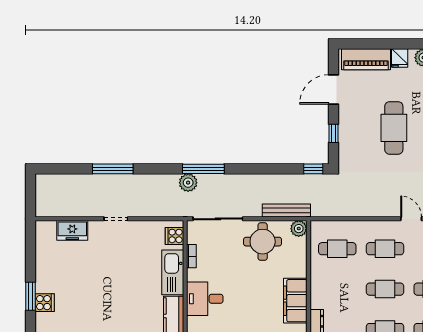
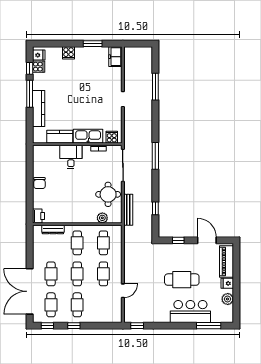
window: (113, 169) -> (155, 87), moved
window: (313, 169) -> (155, 208), moved
plant: (188, 183) -> (146, 146), removed
plant: (299, 229) -> (102, 218), moved
freezer: (72, 230) -> (115, 57), moved
cafe table: (337, 289) -> (77, 243), added
window: (30, 296) -> (93, 44), moved
filing cabinet: (295, 301) -> (70, 216), removed

